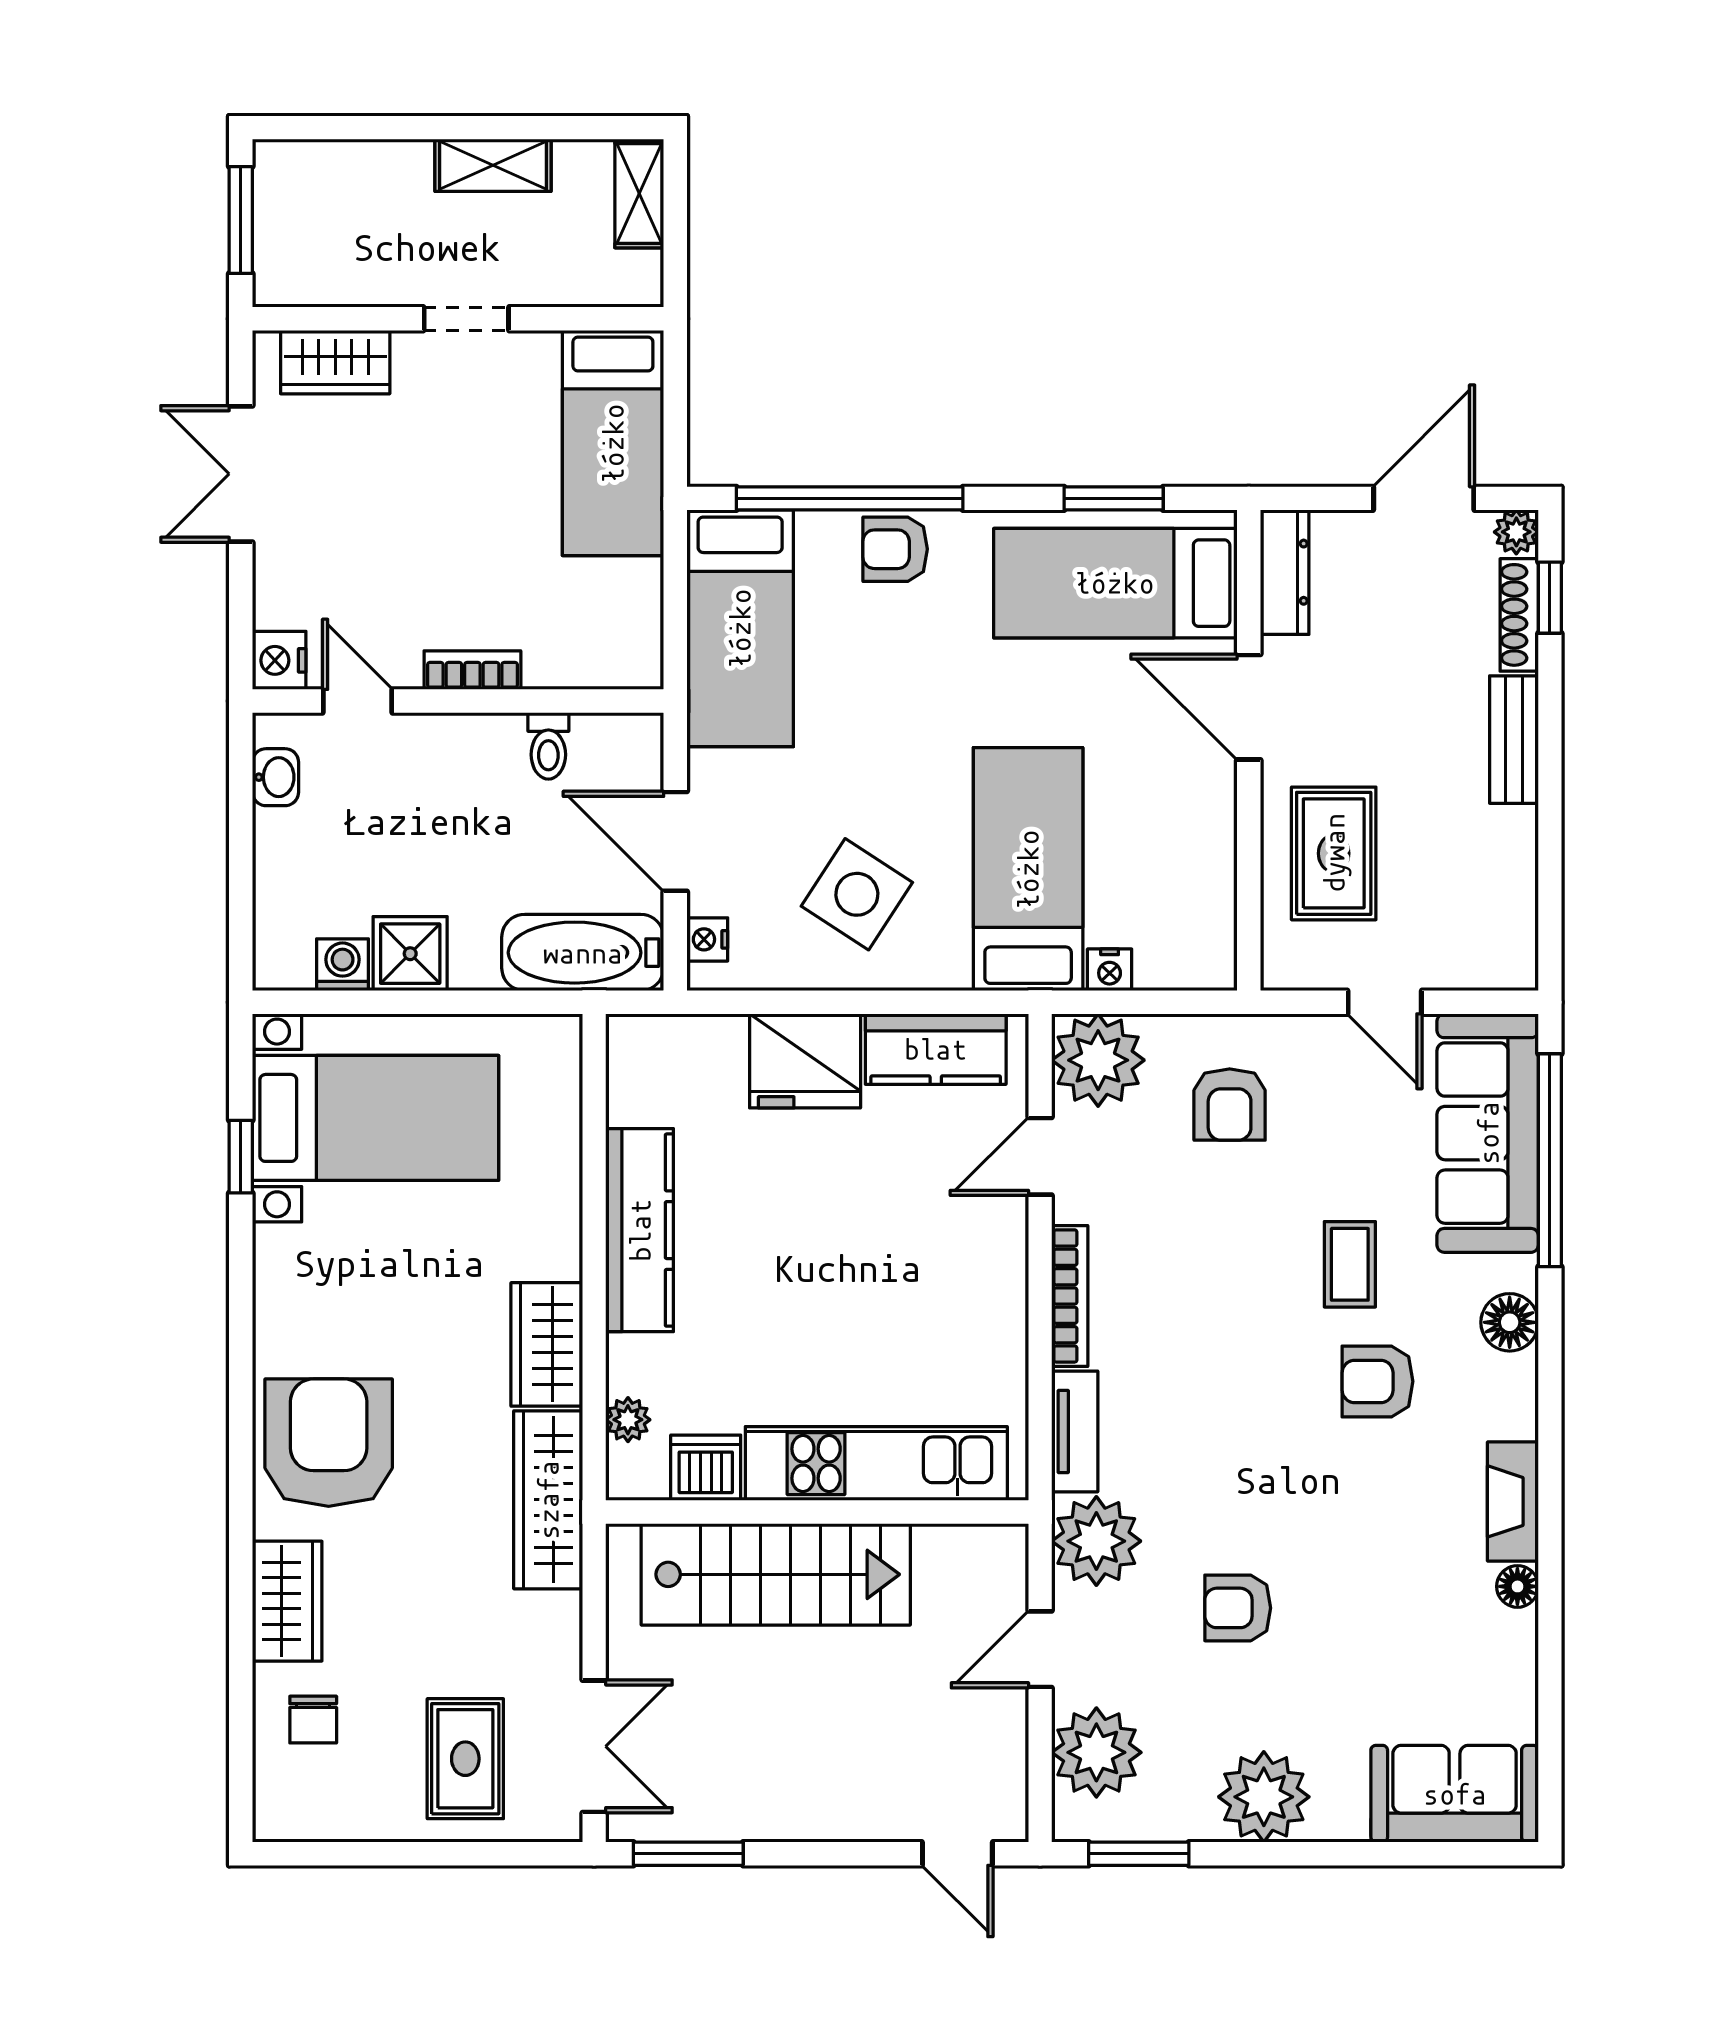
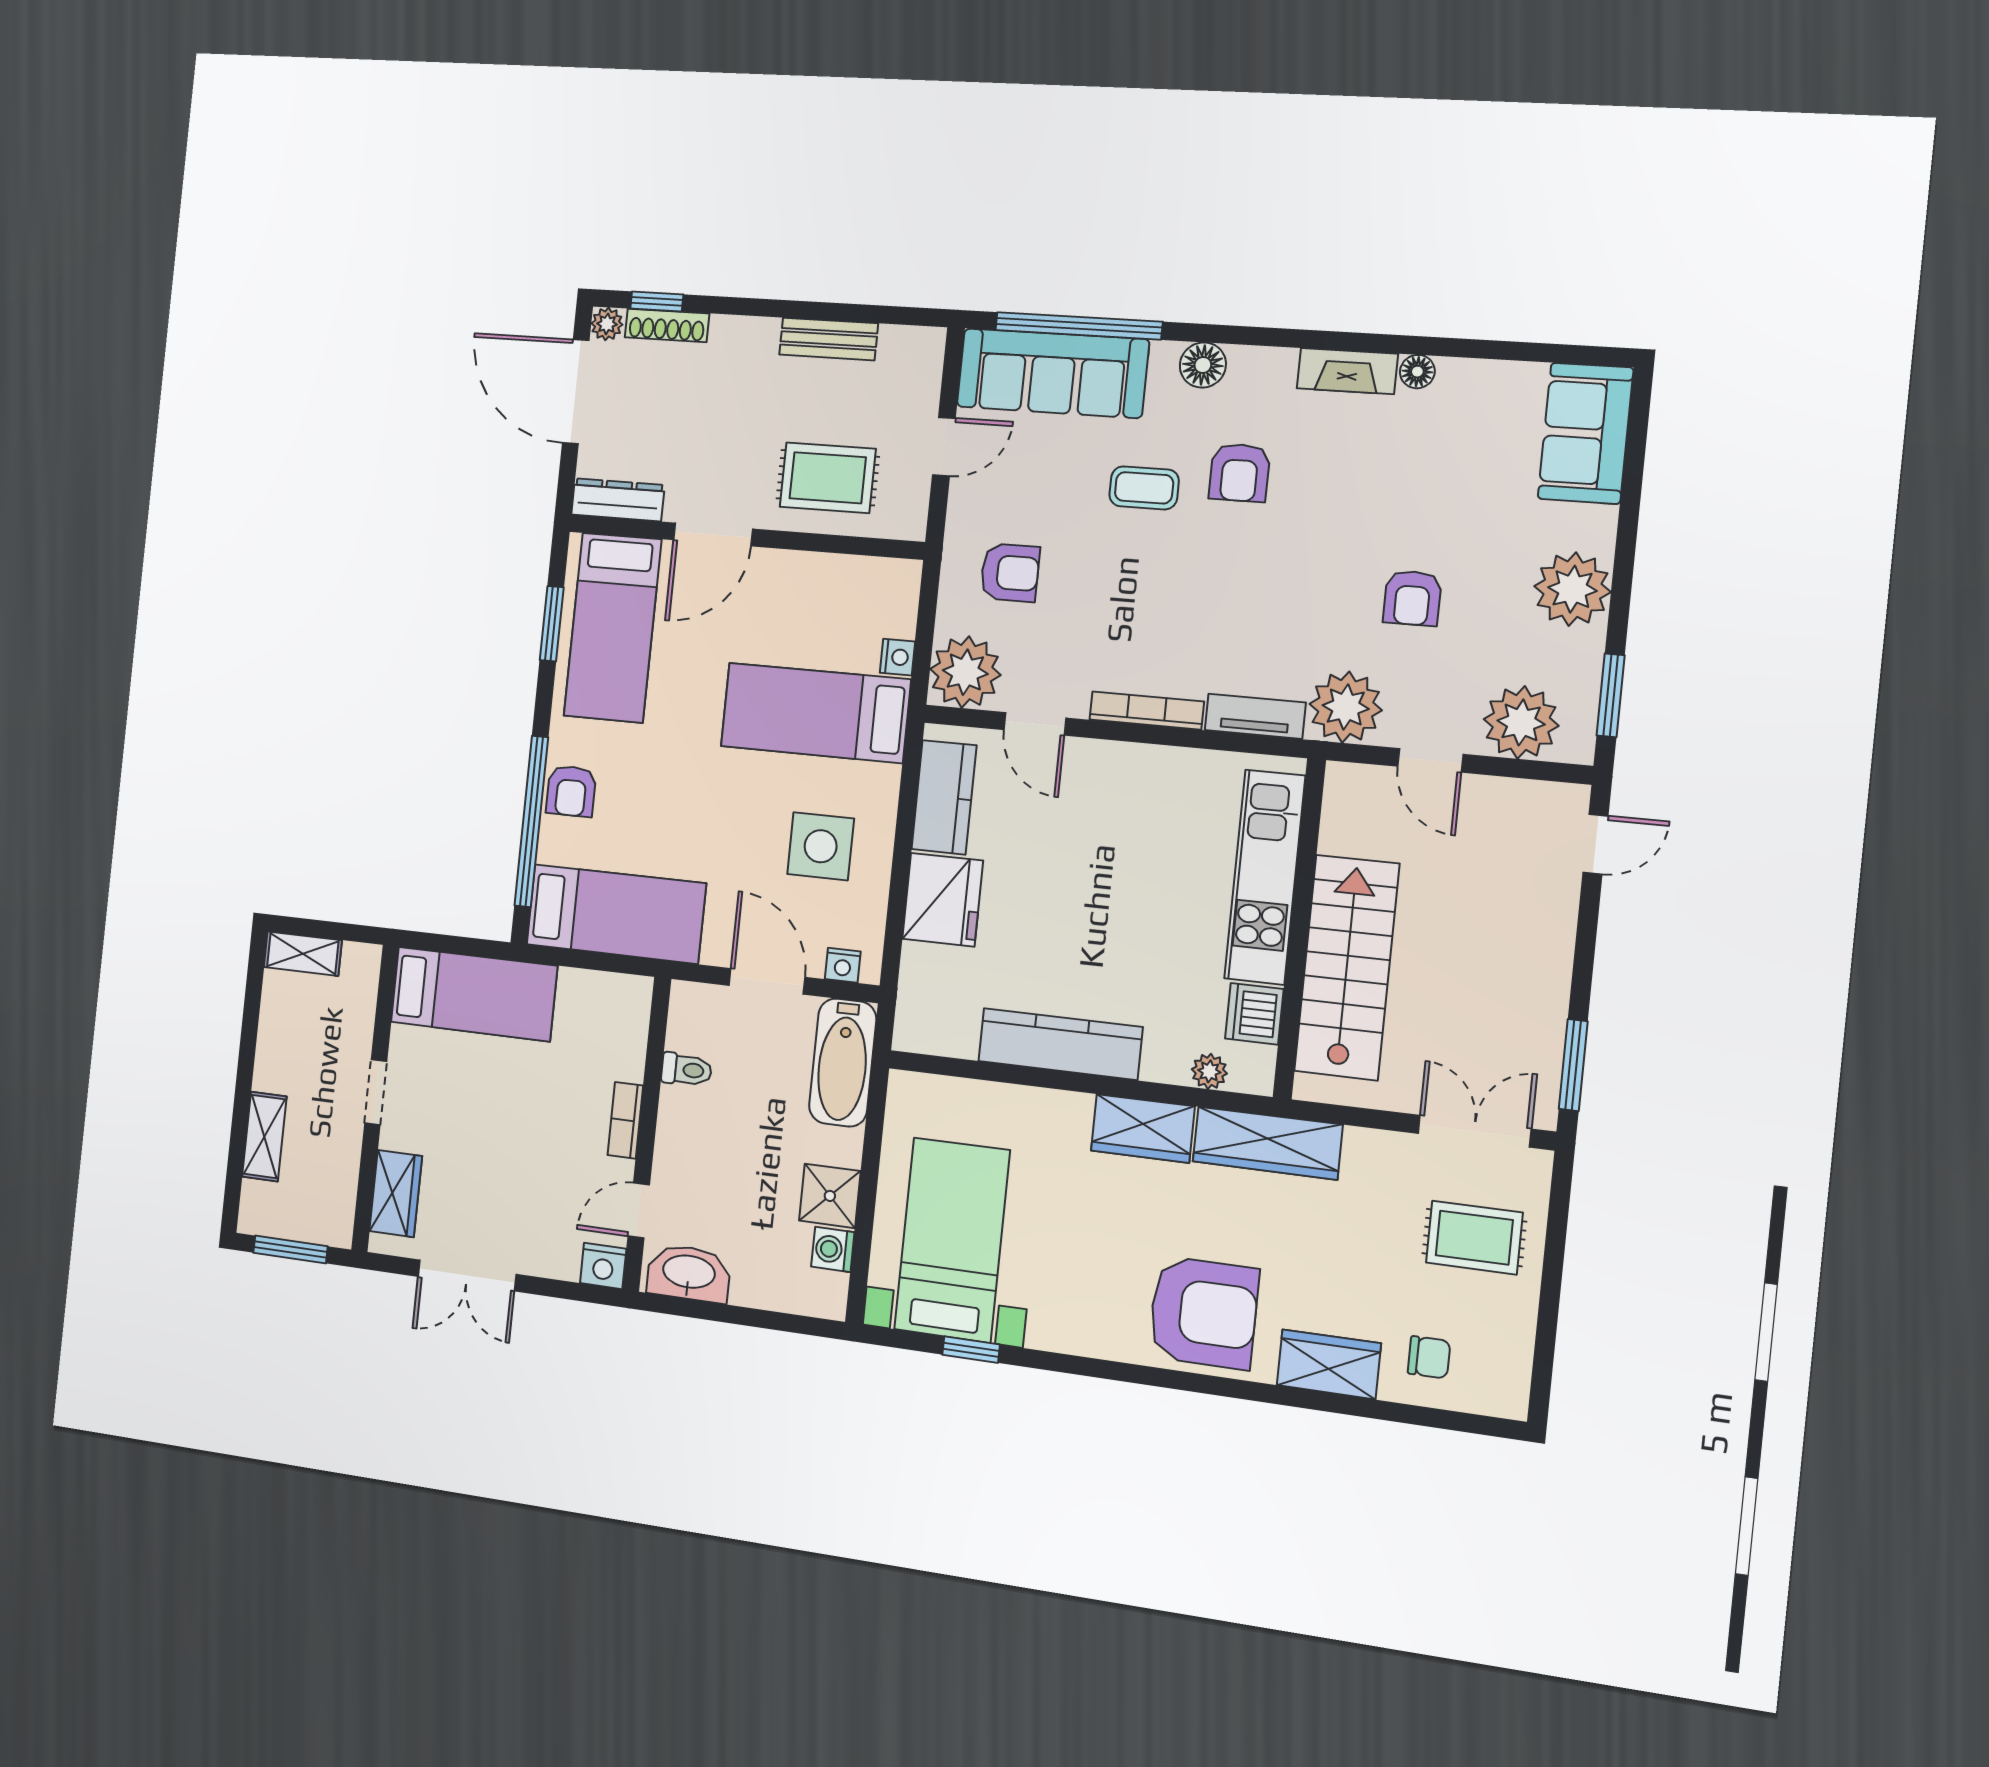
shelving: (493, 165) -> (264, 1137), moved
door: (1424, 498) -> (576, 392), width x1.36
bench: (1514, 740) -> (829, 339), moved
washbasin: (275, 777) -> (689, 1273), width x1.91, depth x1.45
door: (675, 841) -> (767, 981), swing flipped
side table: (857, 894) -> (821, 846), turned -33
armchair: (329, 1443) -> (1203, 1313), turned 180

